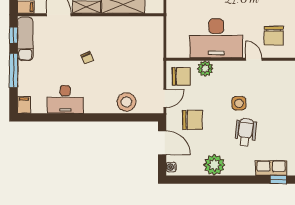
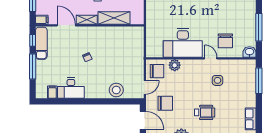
side table: (239, 103) -> (218, 80), moved
filing cabinet: (24, 105) -> (52, 92), moved
wheelchair: (246, 132) -> (205, 112), turned 84

